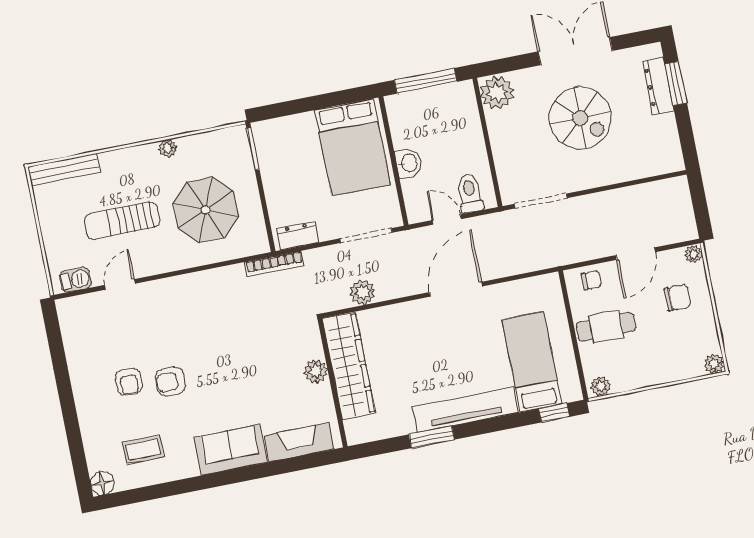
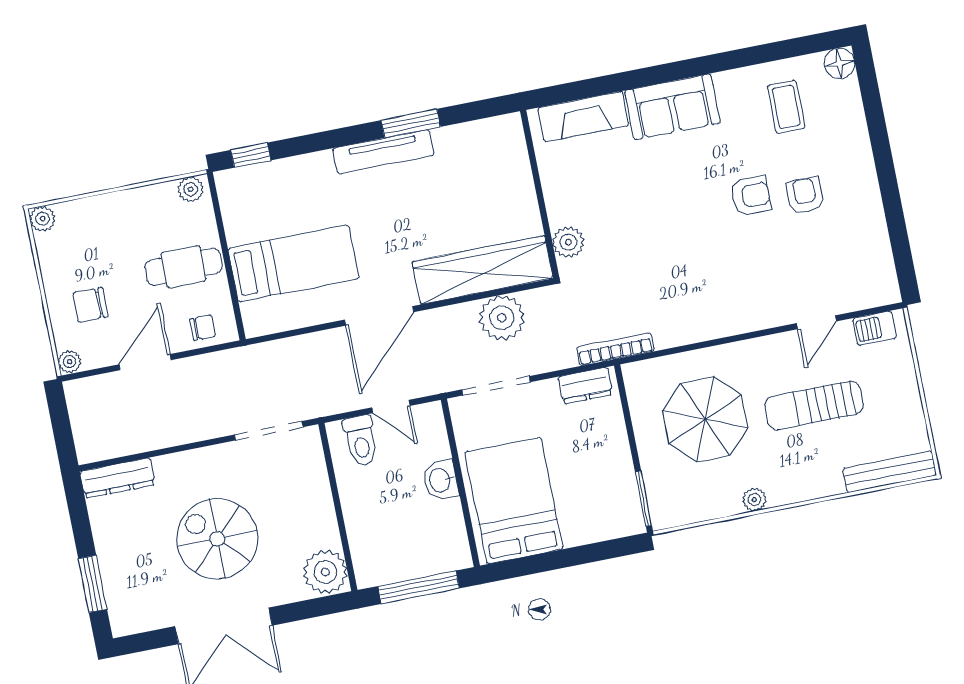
dresser: (658, 86) -> (117, 478), moved, turned 90
sun lounger: (122, 220) -> (814, 405), turned 180
chair: (591, 280) -> (203, 328), turned 180
plant: (363, 292) -> (502, 318), width x1.36, depth x1.36
bed: (532, 362) -> (293, 263), moved, turned -90
wardrobe: (349, 366) -> (483, 270), moved, turned 90
plant: (316, 371) -> (568, 242), moved
tv unit: (465, 410) -> (383, 152), width x0.73, depth x0.78
coffee table: (143, 450) -> (786, 107), turned 90

